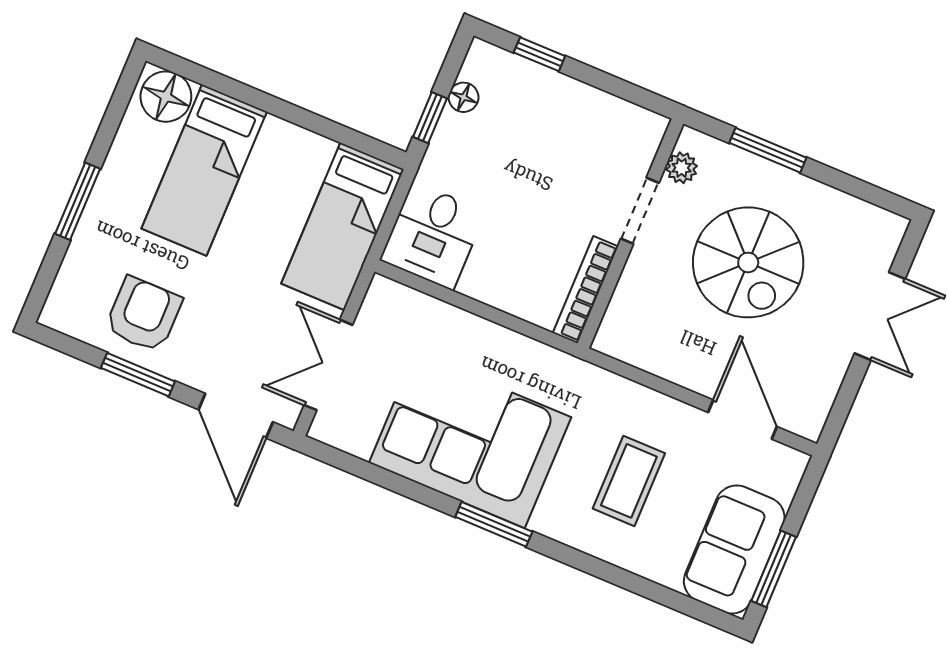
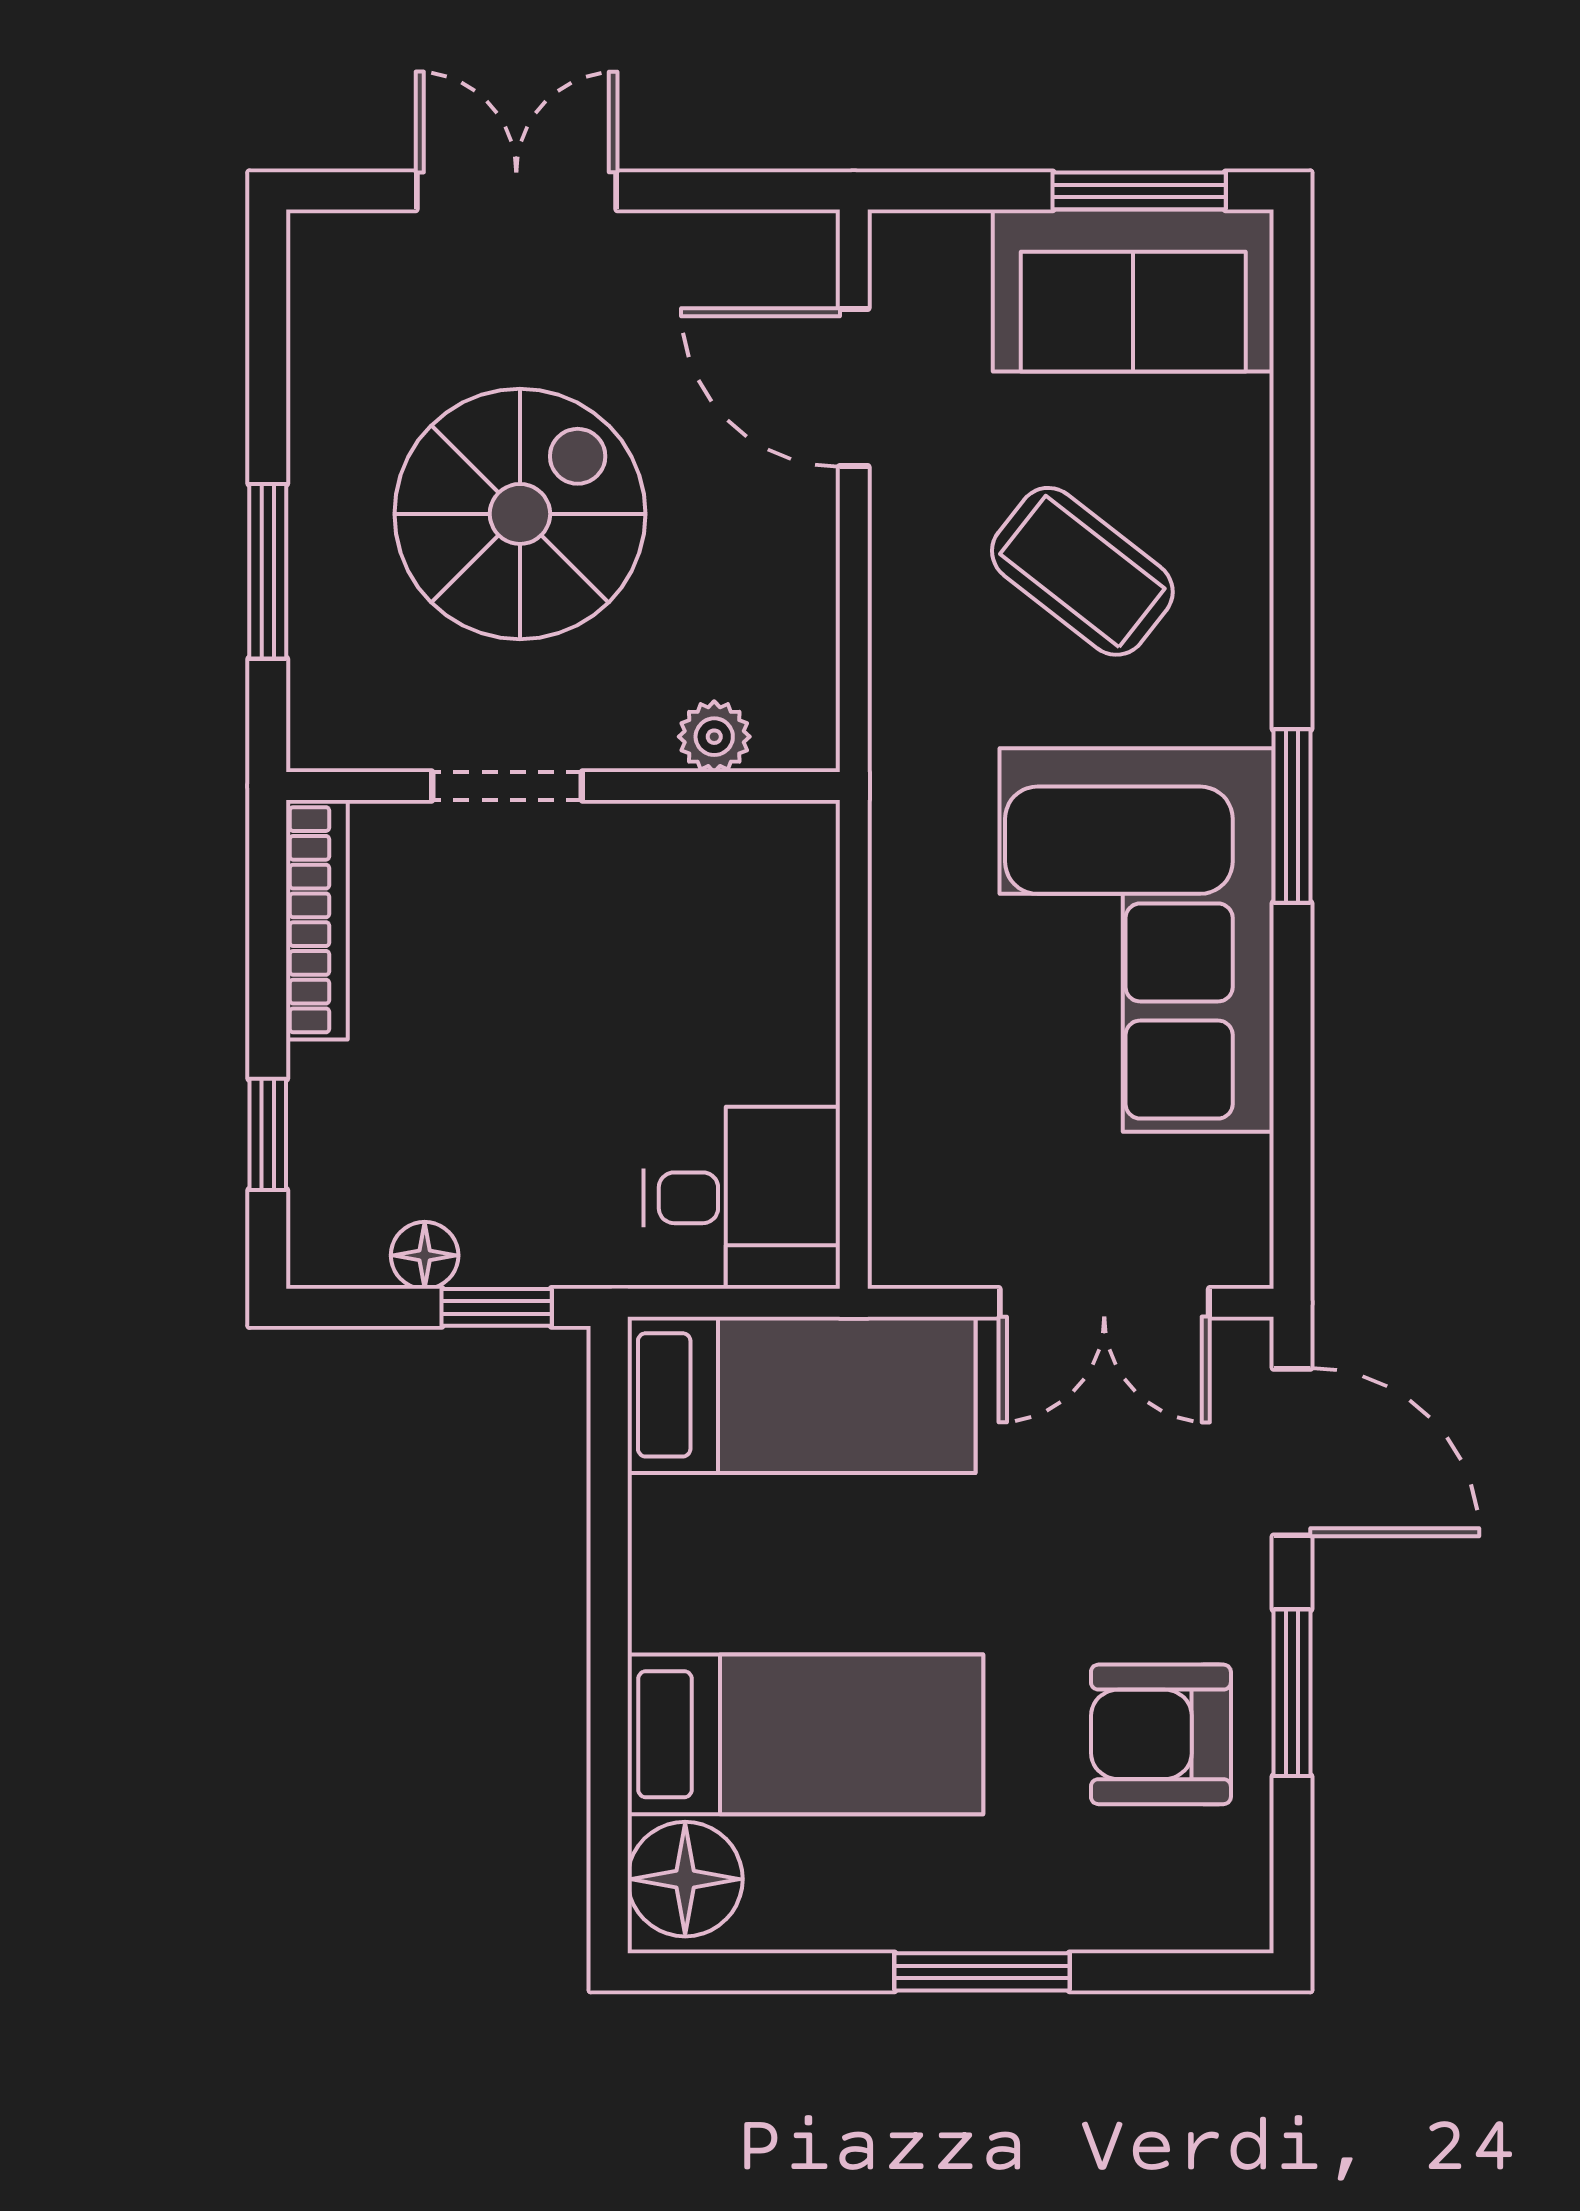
plant: (682, 168) -> (714, 737), moved
bookcase: (585, 290) -> (317, 920), moved, turned -90
door: (236, 416) -> (1292, 1452), hinge flipped
door: (743, 419) -> (854, 387), hinge flipped
coffee table: (629, 481) -> (1082, 571), turned 38

